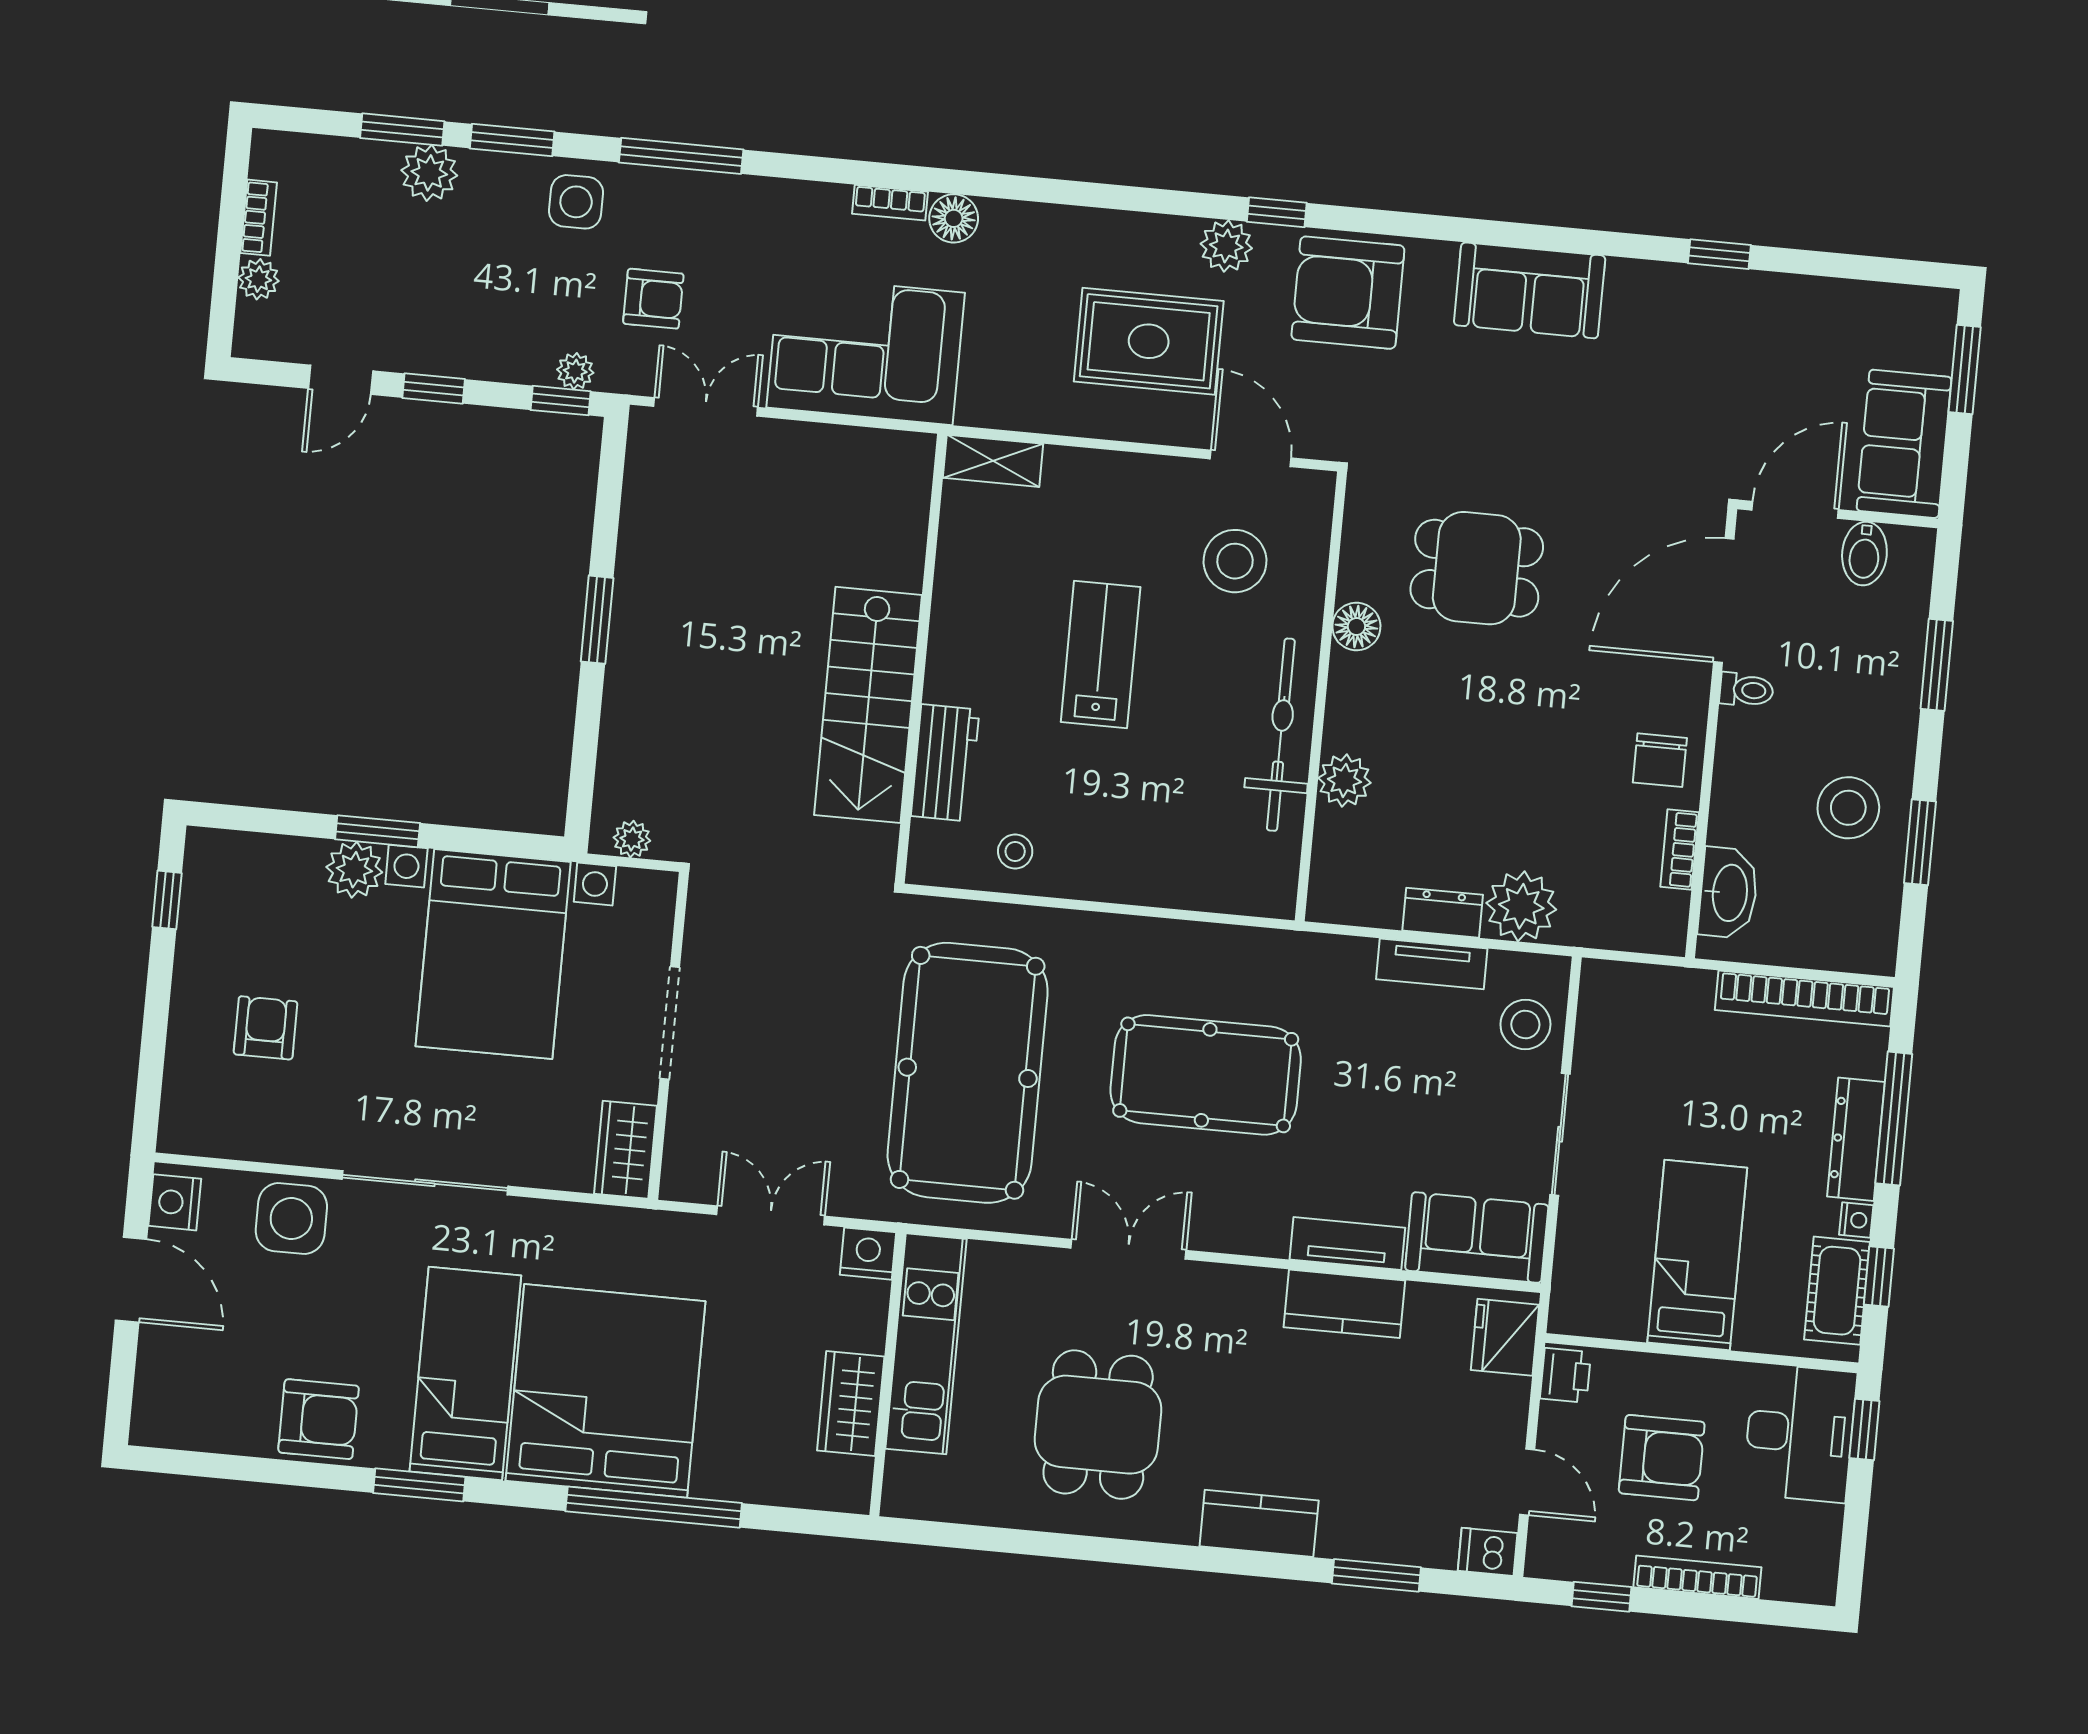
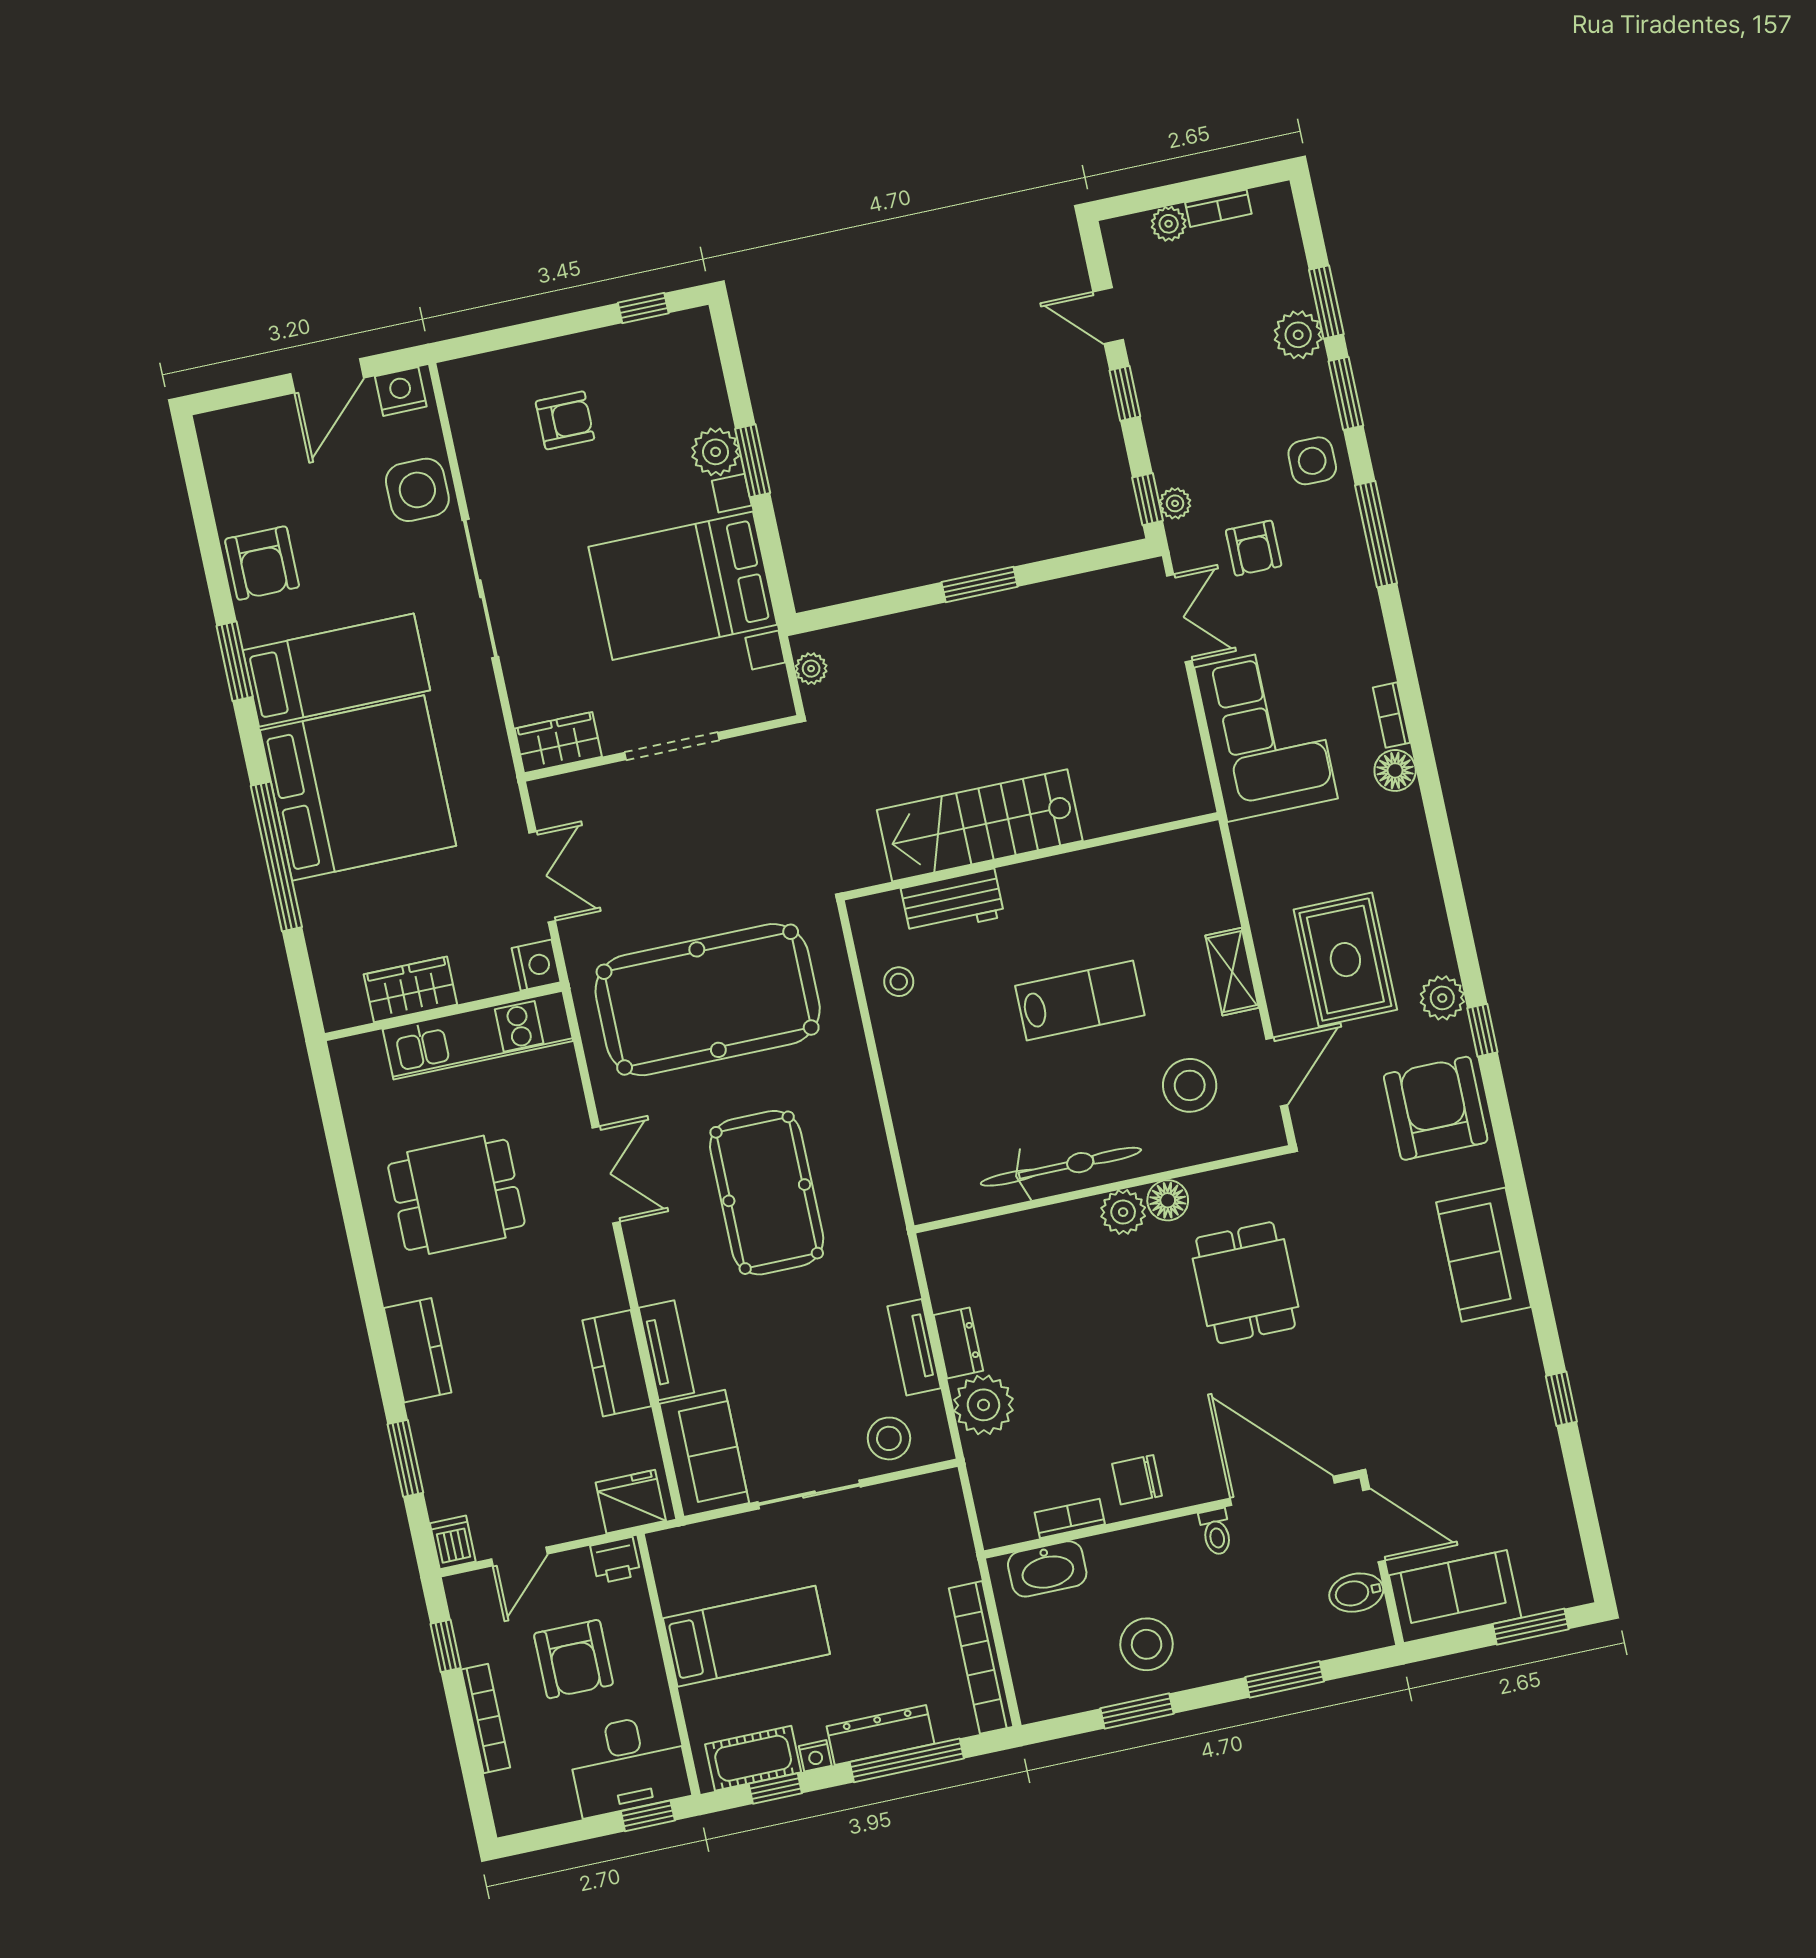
shelving: (993, 461) -> (1232, 972), moved
plant: (1344, 780) -> (1123, 1212), moved

